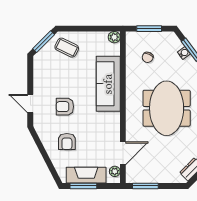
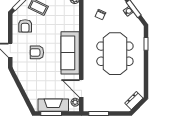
sofa: (108, 84) -> (70, 53), moved
armchair: (67, 141) -> (25, 26), moved
door: (123, 153) -> (81, 88), swing flipped

